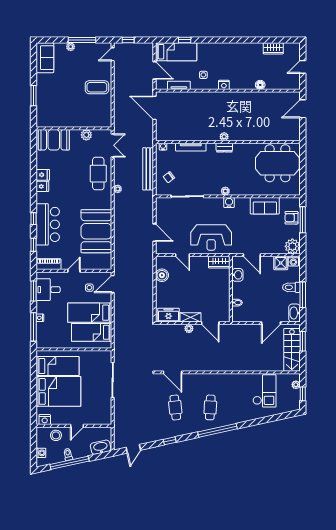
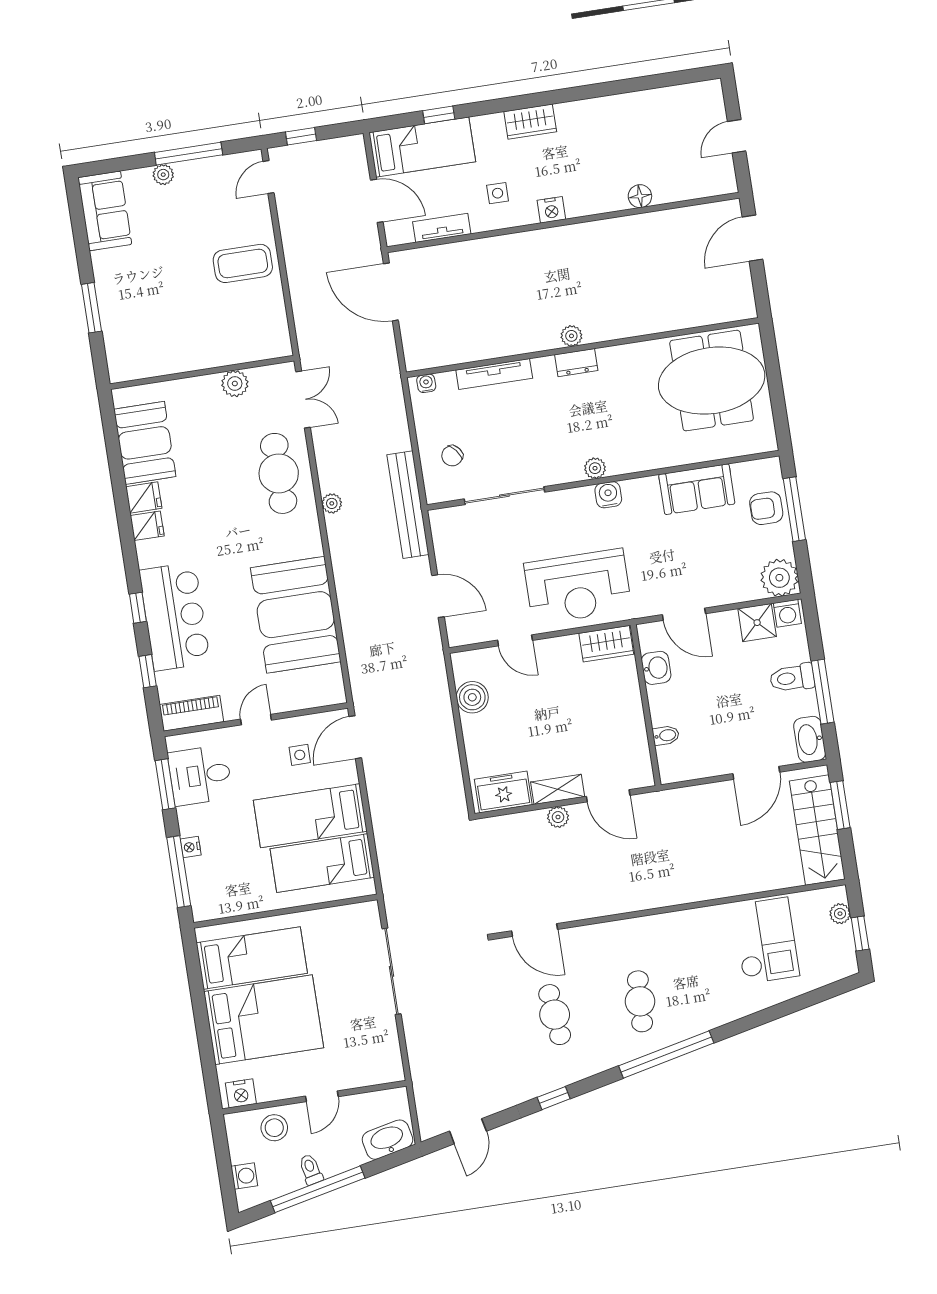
wardrobe: (273, 48) -> (530, 122), moved
booth: (54, 140) -> (145, 443), moved, turned 90
bench: (148, 169) -> (408, 505), moved

